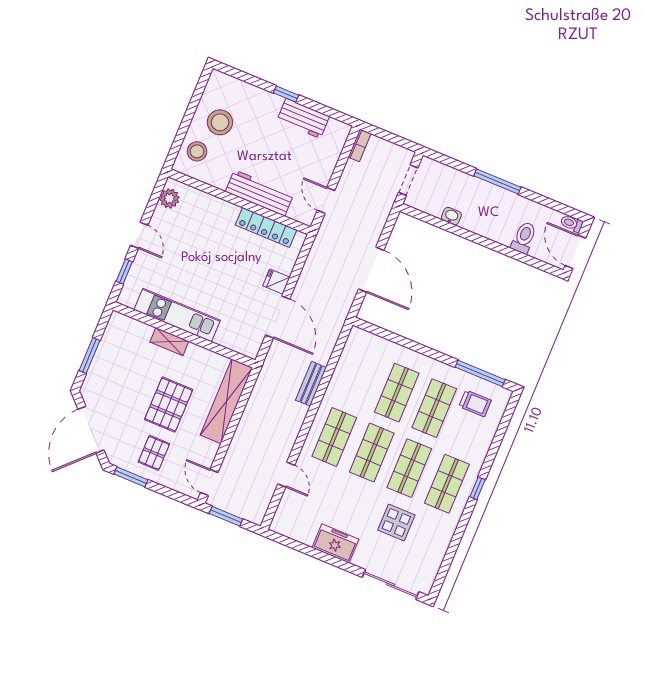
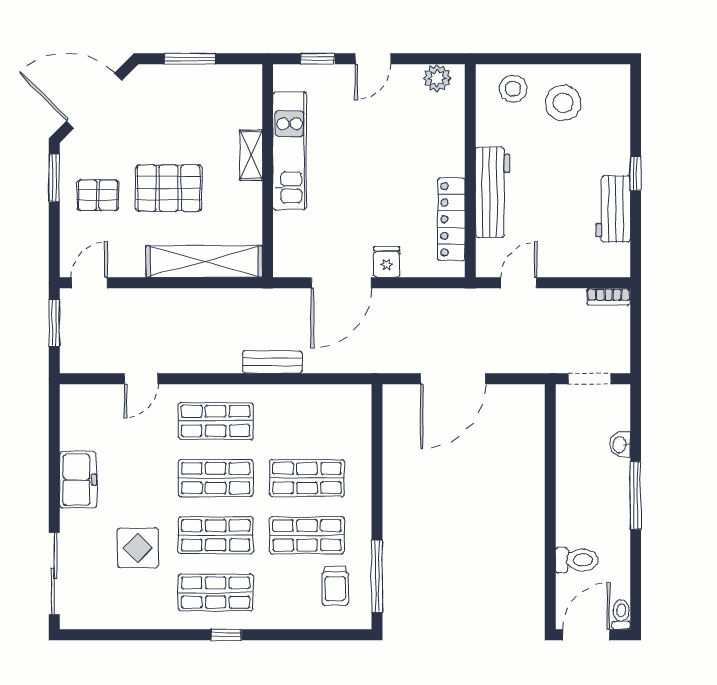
washbasin: (451, 216) -> (620, 445), moved, turned 180

